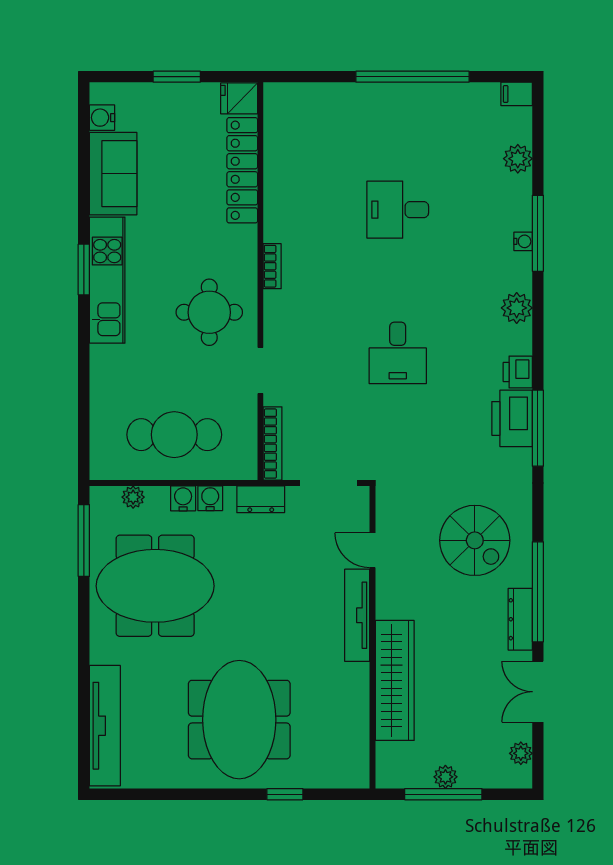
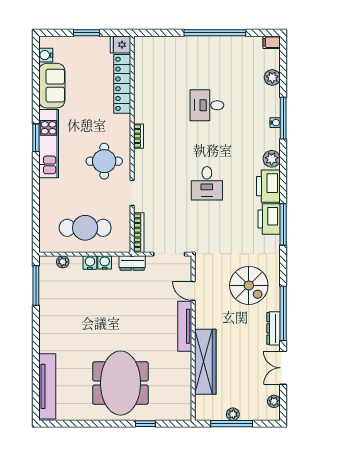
printer: (518, 372) -> (268, 186), width x1.87, depth x1.48
meeting table: (155, 586) -> (75, 310), removed

